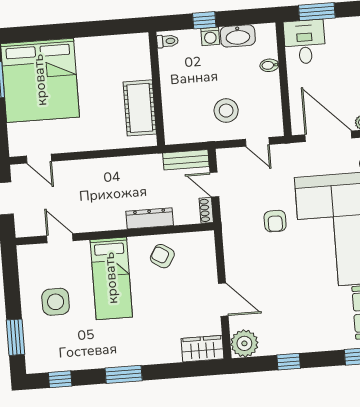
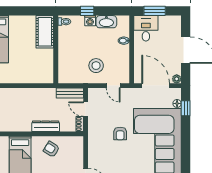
cot: (140, 108) -> (45, 32), moved

